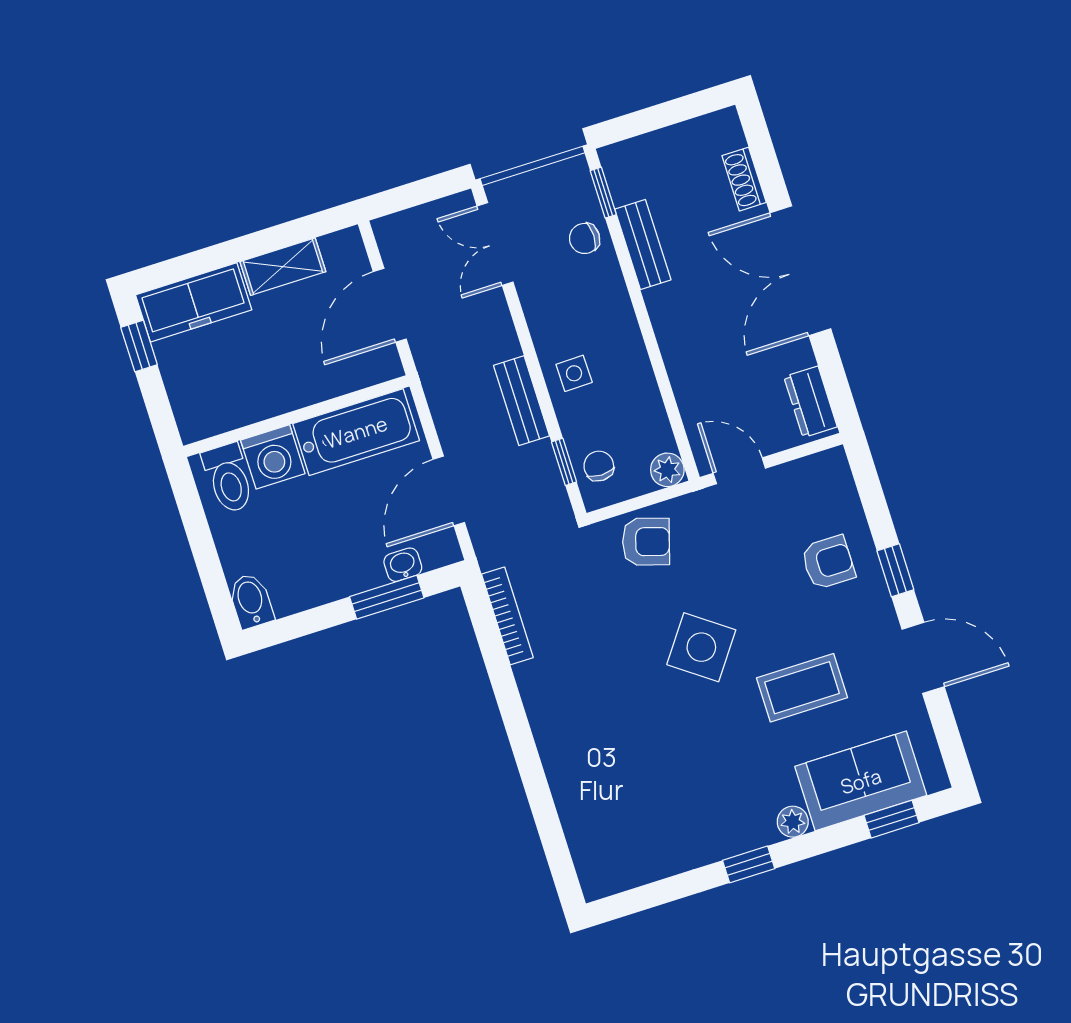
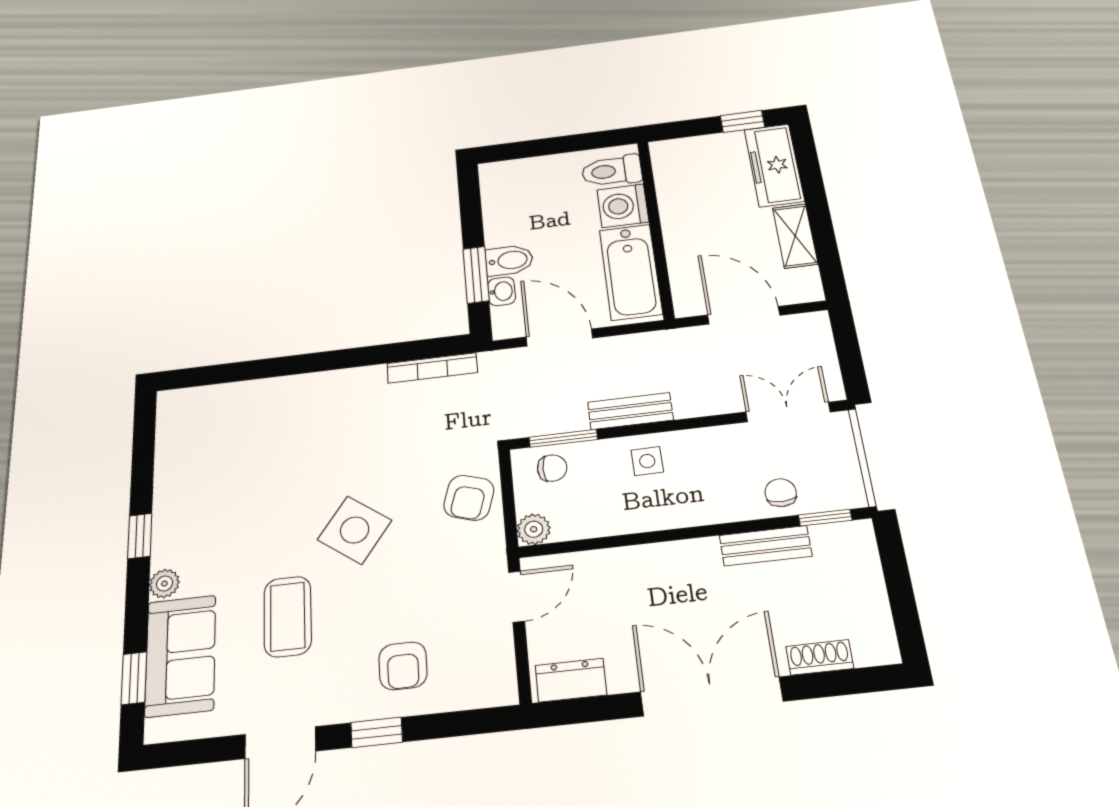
window: (564, 462) -> (563, 438), width x1.50
bidet: (251, 601) -> (509, 260), moved

